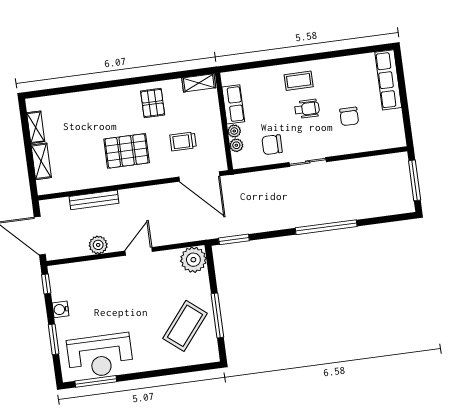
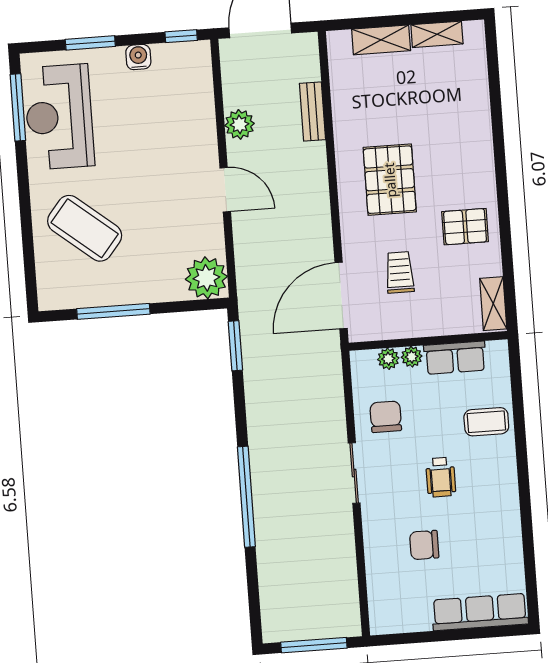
coffee table: (299, 81) -> (486, 422), moved, turned 90
bench: (94, 200) -> (312, 111), width x0.73
coffee table: (185, 326) -> (85, 228), moved

